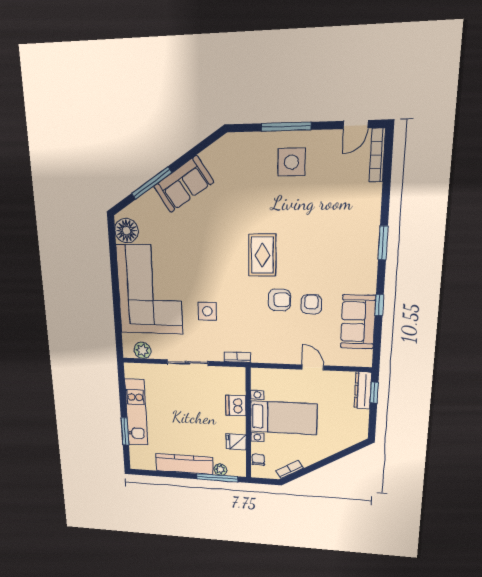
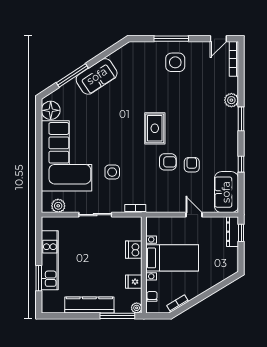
plant: (370, 216) -> (231, 100), added
sofa: (358, 322) -> (226, 192), moved
plant: (220, 469) -> (137, 308), moved

